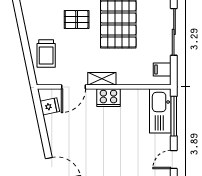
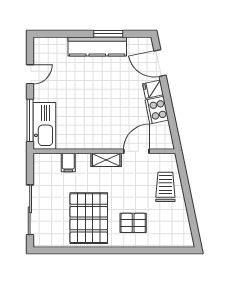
filing cabinet: (162, 69) -> (68, 163), moved, turned 90
cooker: (108, 98) -> (157, 110), moved, turned -102
fridge: (50, 106) -> (153, 89), moved

